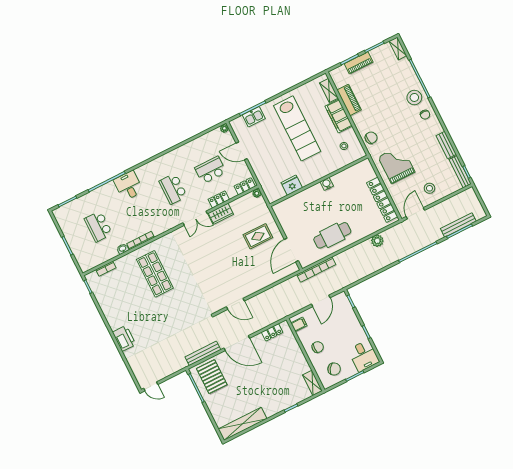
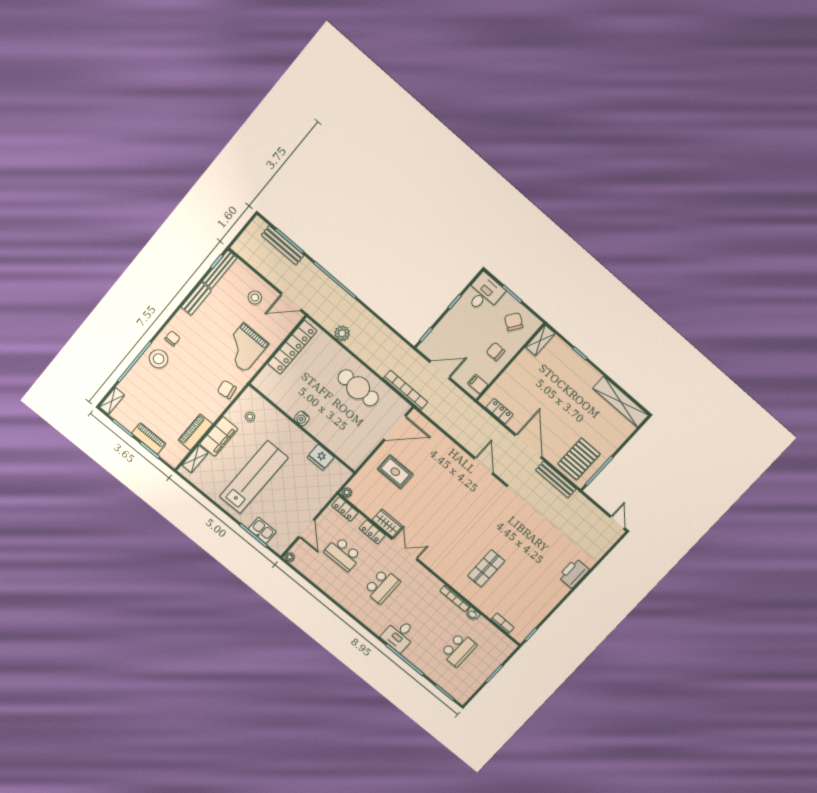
shop shelf: (155, 274) -> (486, 568), width x0.70, depth x0.74

